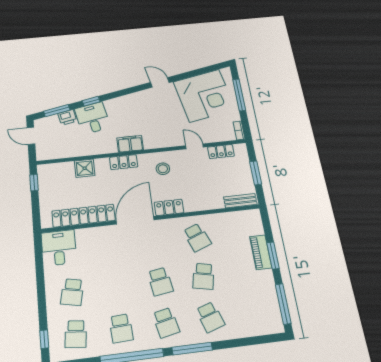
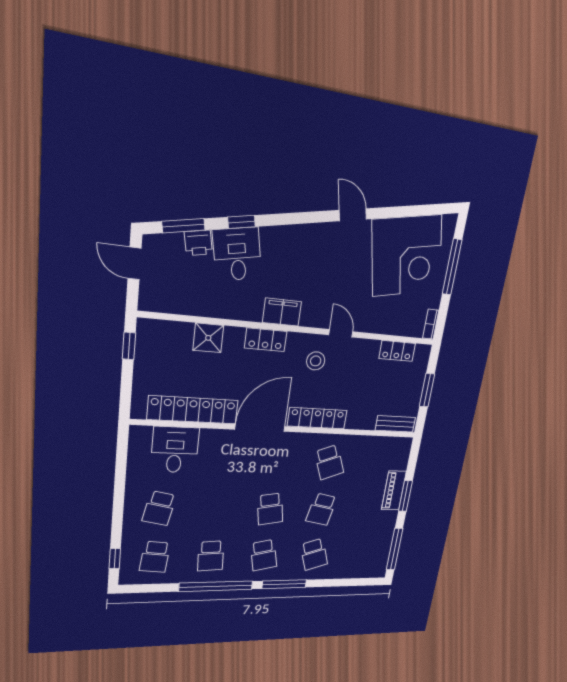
door: (195, 146) -> (341, 333), moved
locker: (169, 207) -> (317, 418), width x1.53
desk: (59, 248) -> (175, 450), moved

